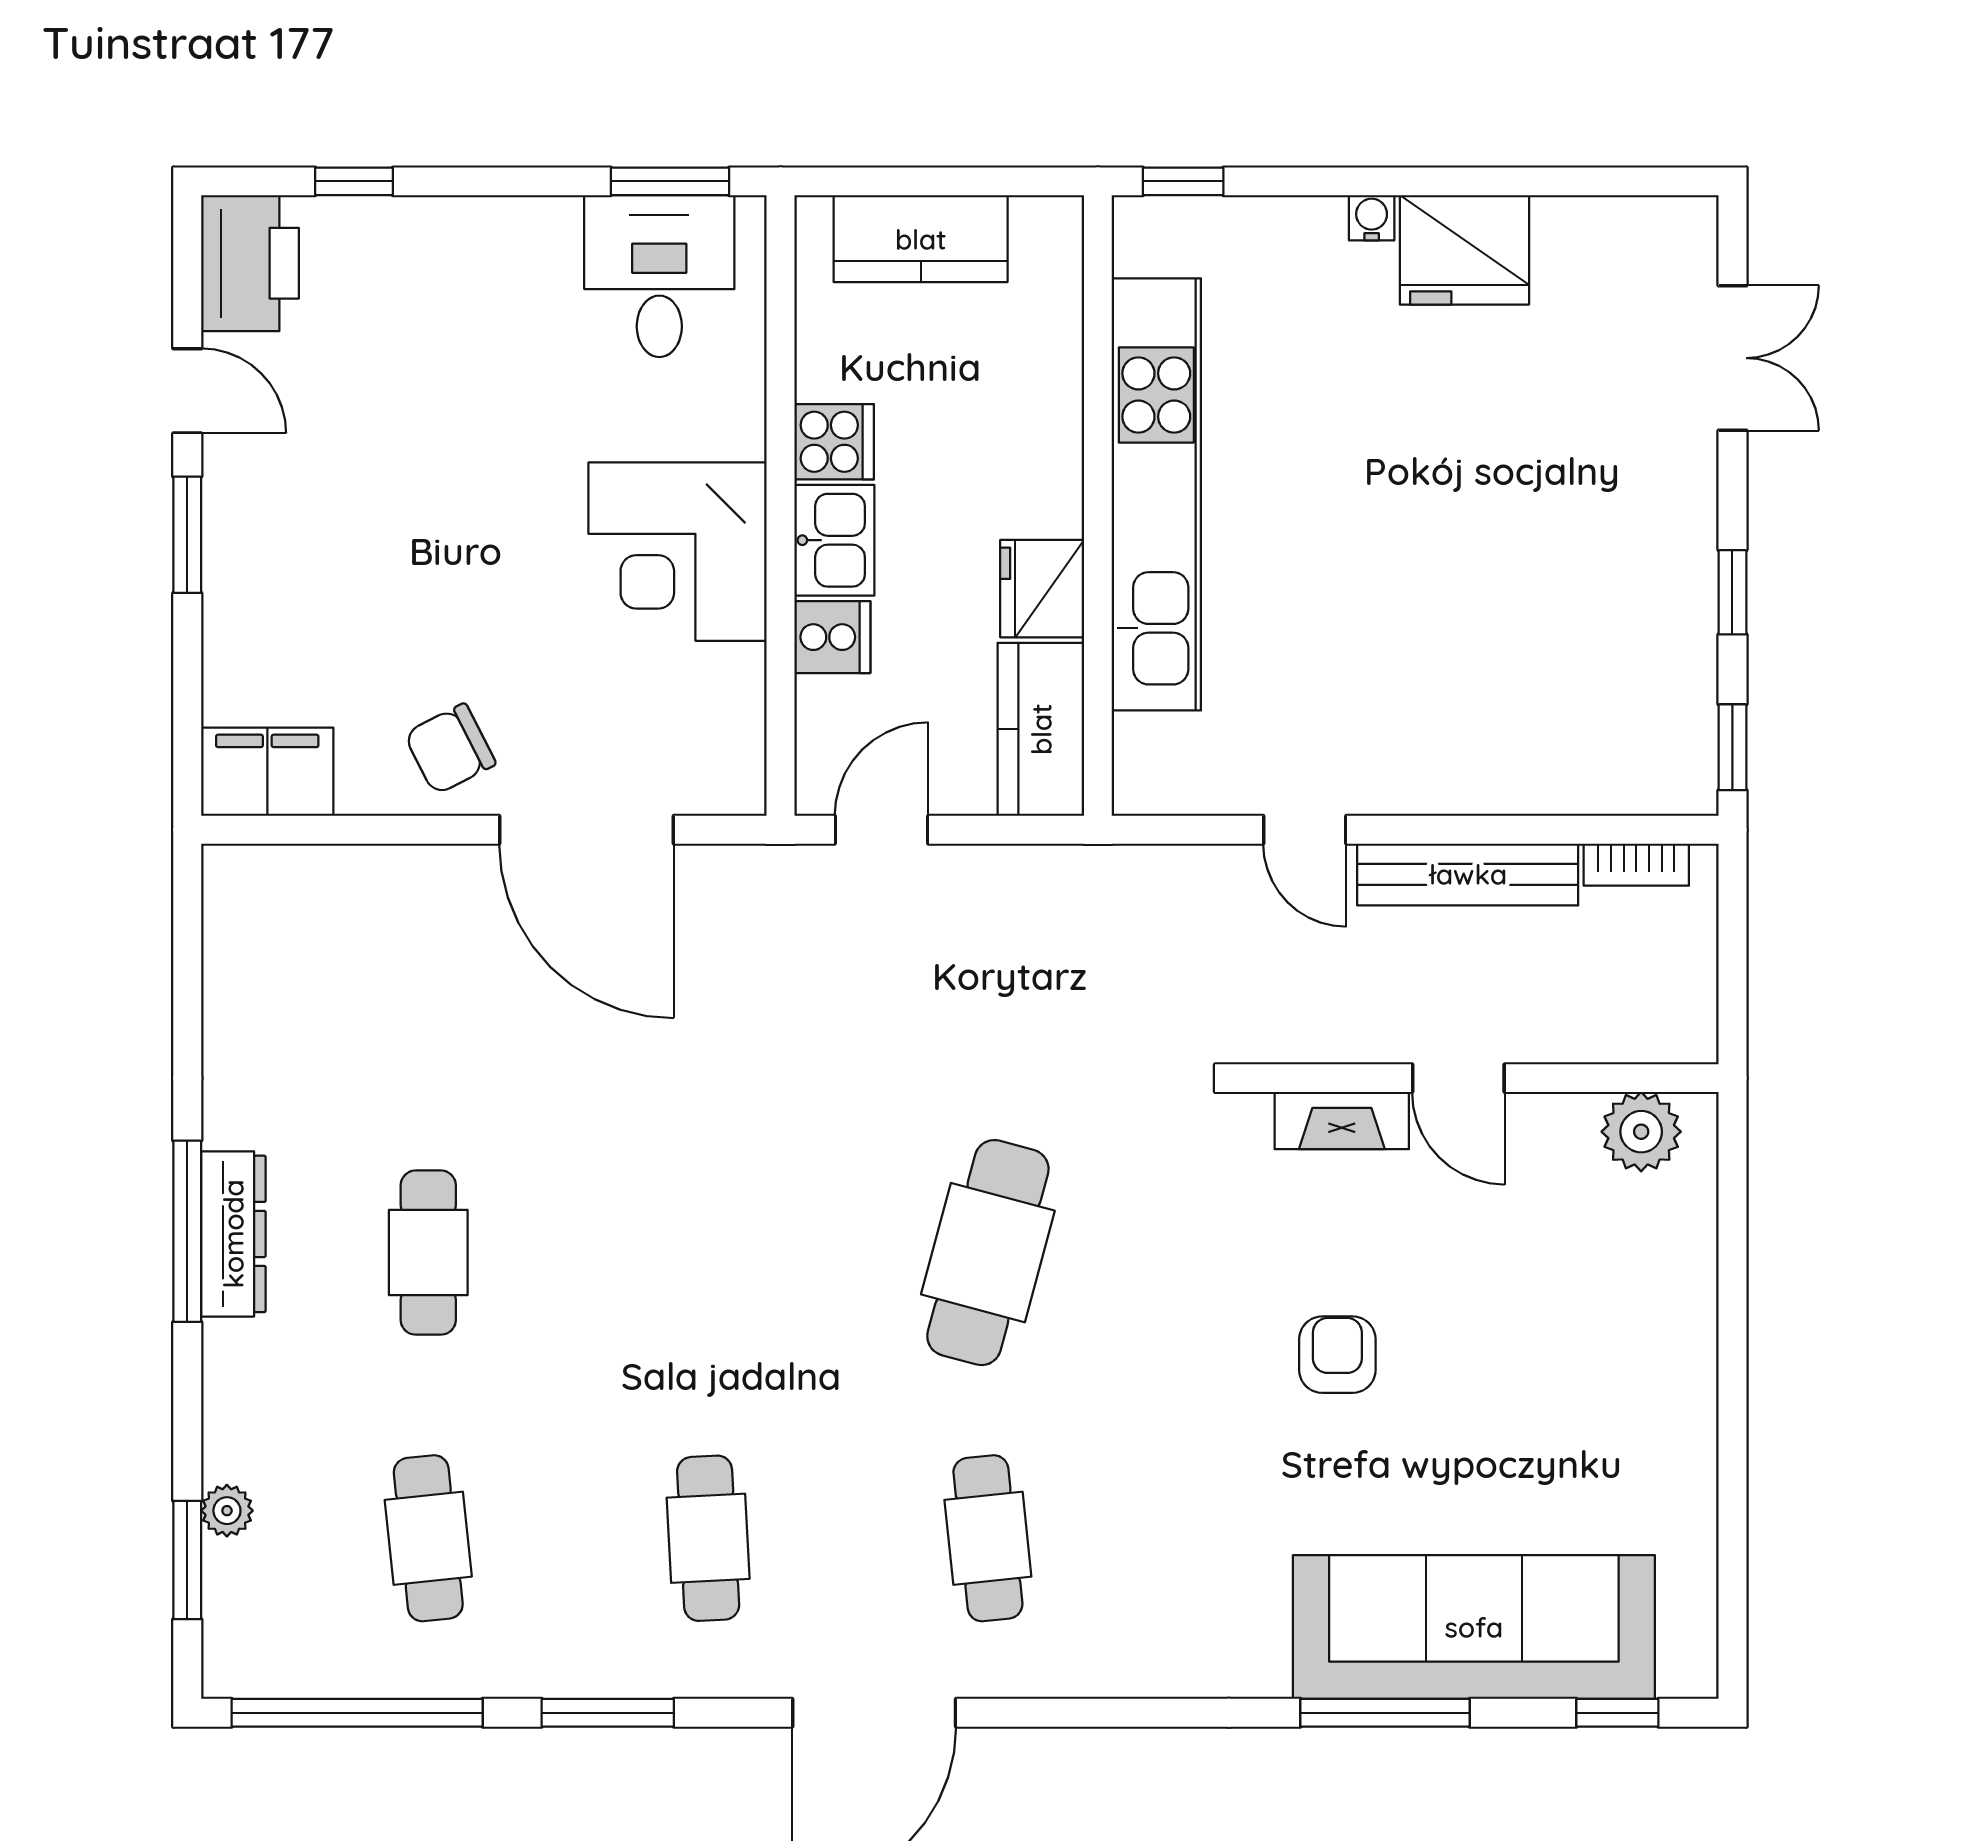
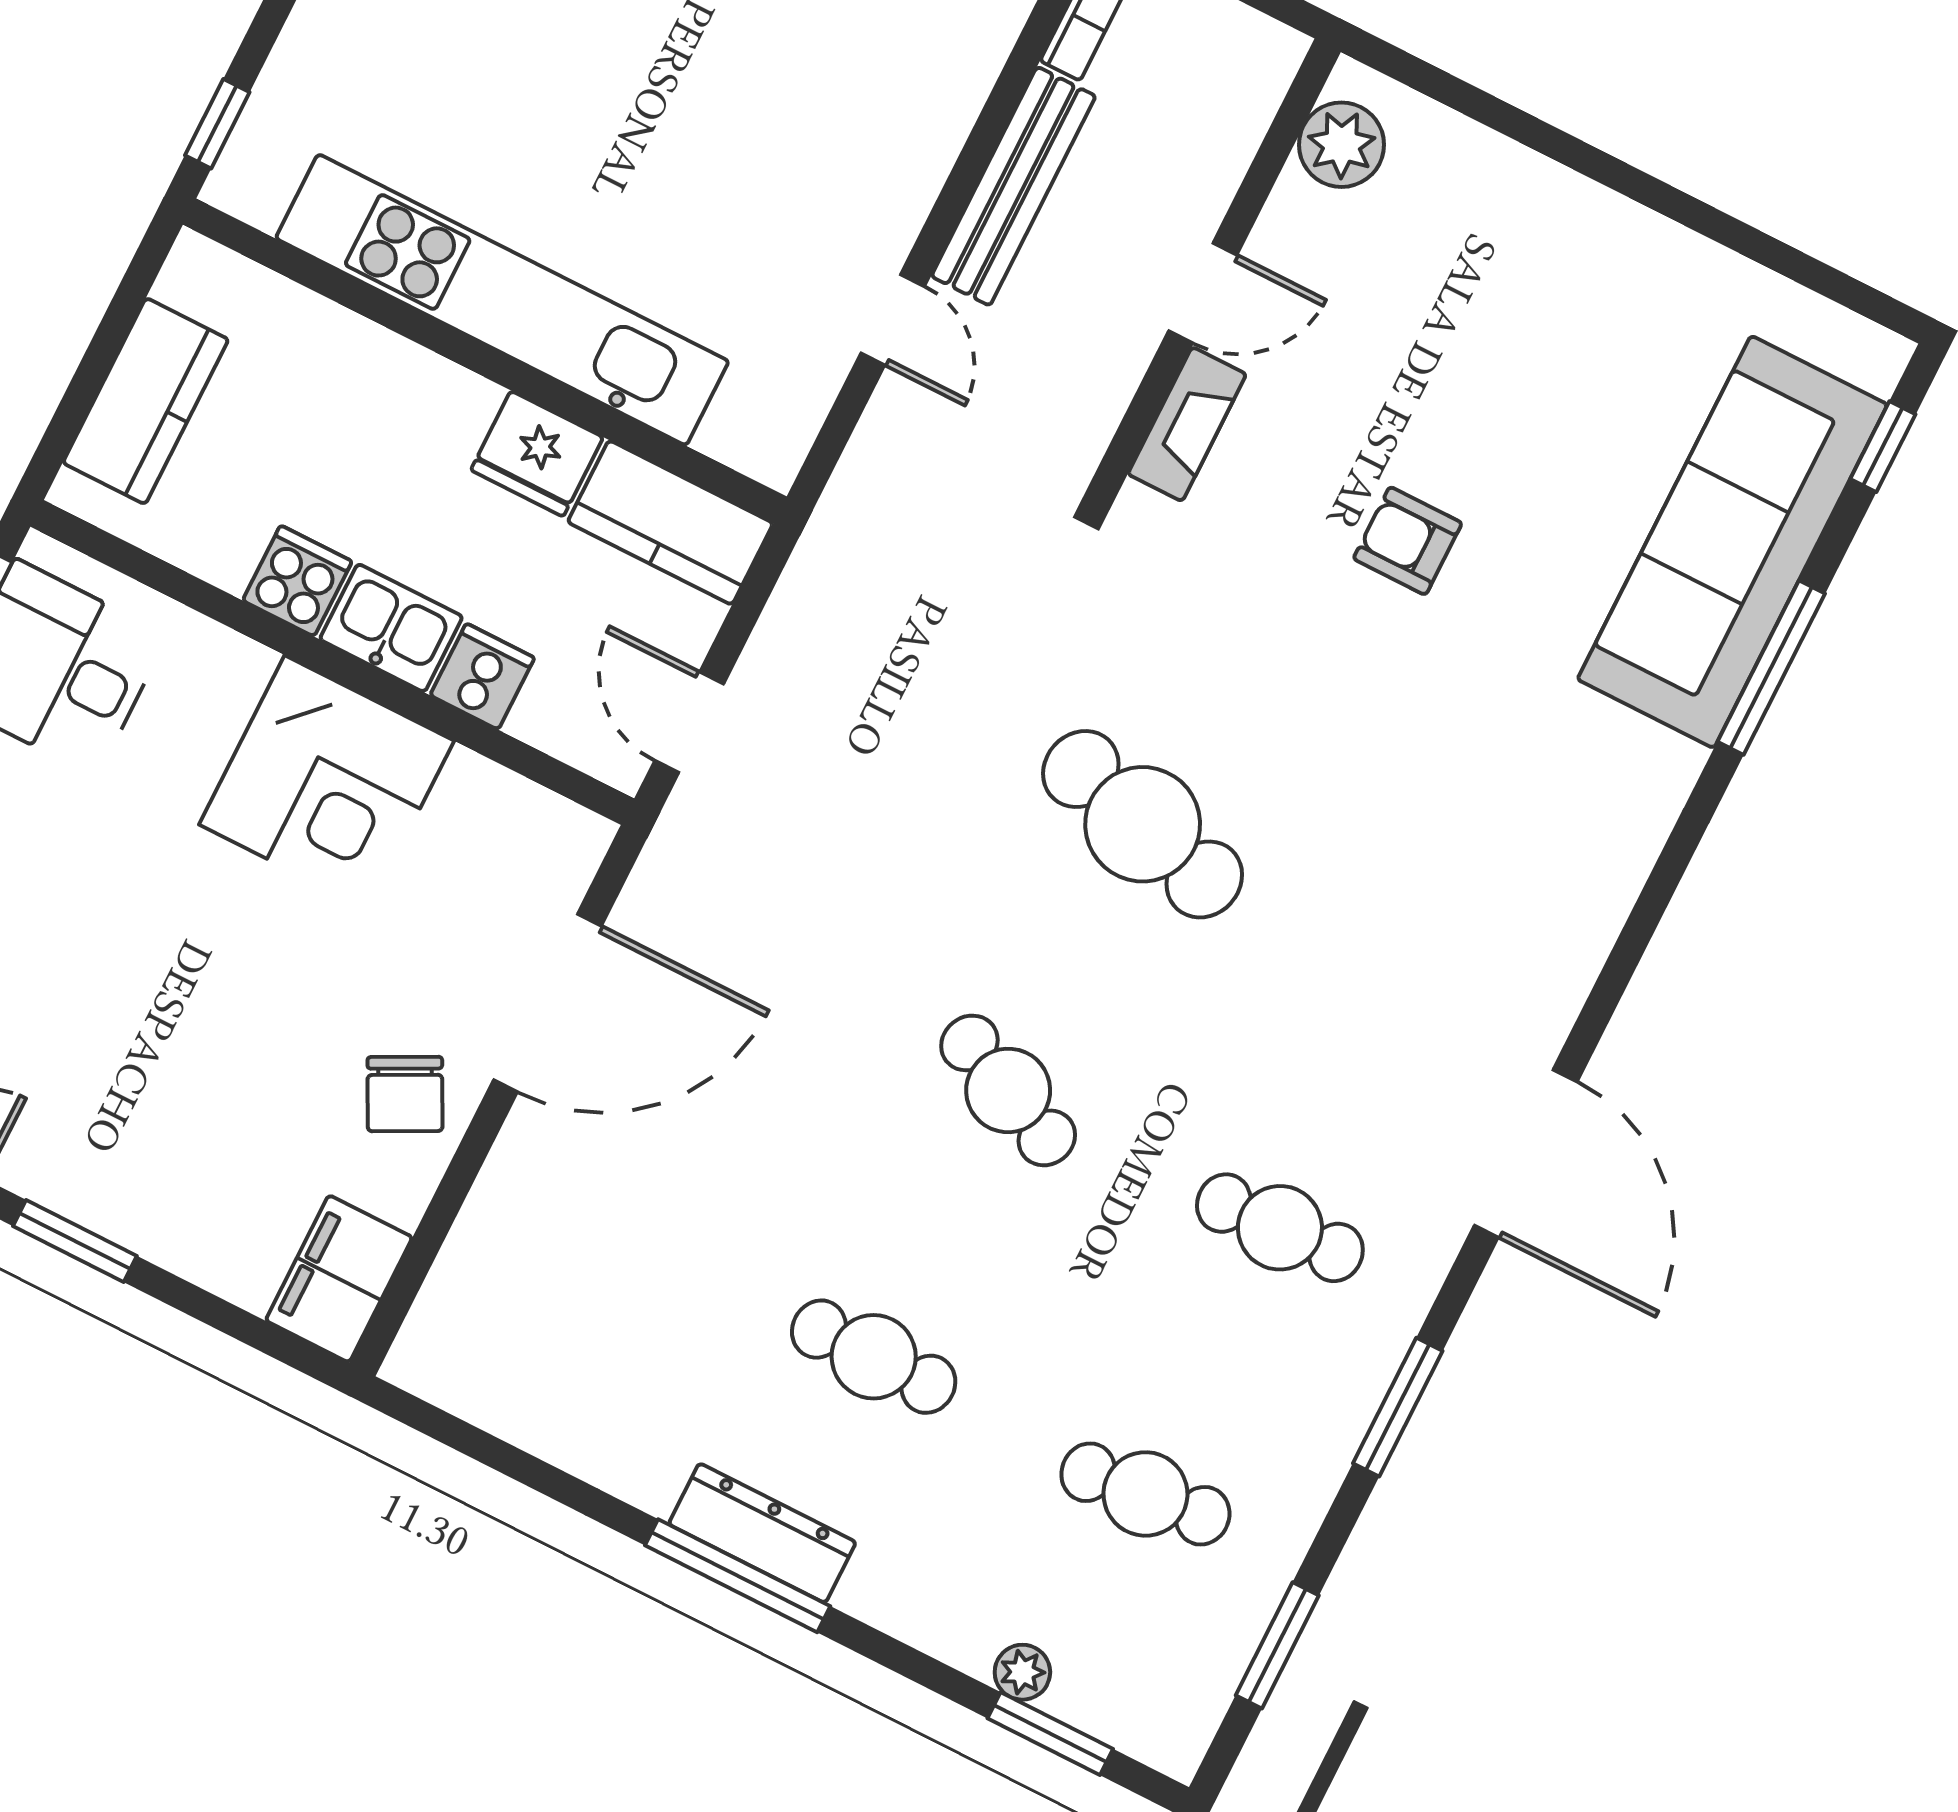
door: (1305, 830) -> (893, 320), hinge flipped
cafe table: (988, 1538) -> (1008, 1090), moved, turned 30
window: (357, 1713) -> (1277, 1645), width x0.47

